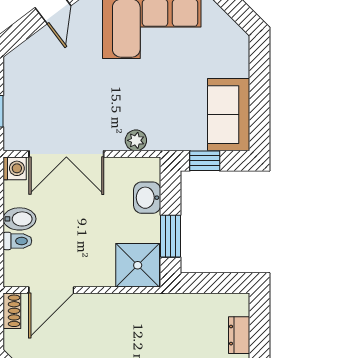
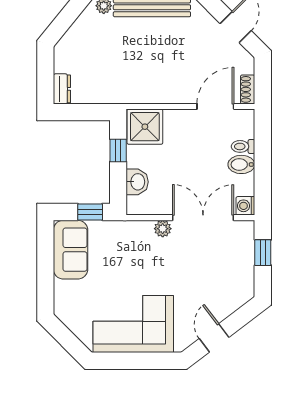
plant: (136, 140) -> (163, 229), moved
window: (170, 236) -> (118, 150), width x0.67
dresser: (239, 335) -> (62, 89), moved

